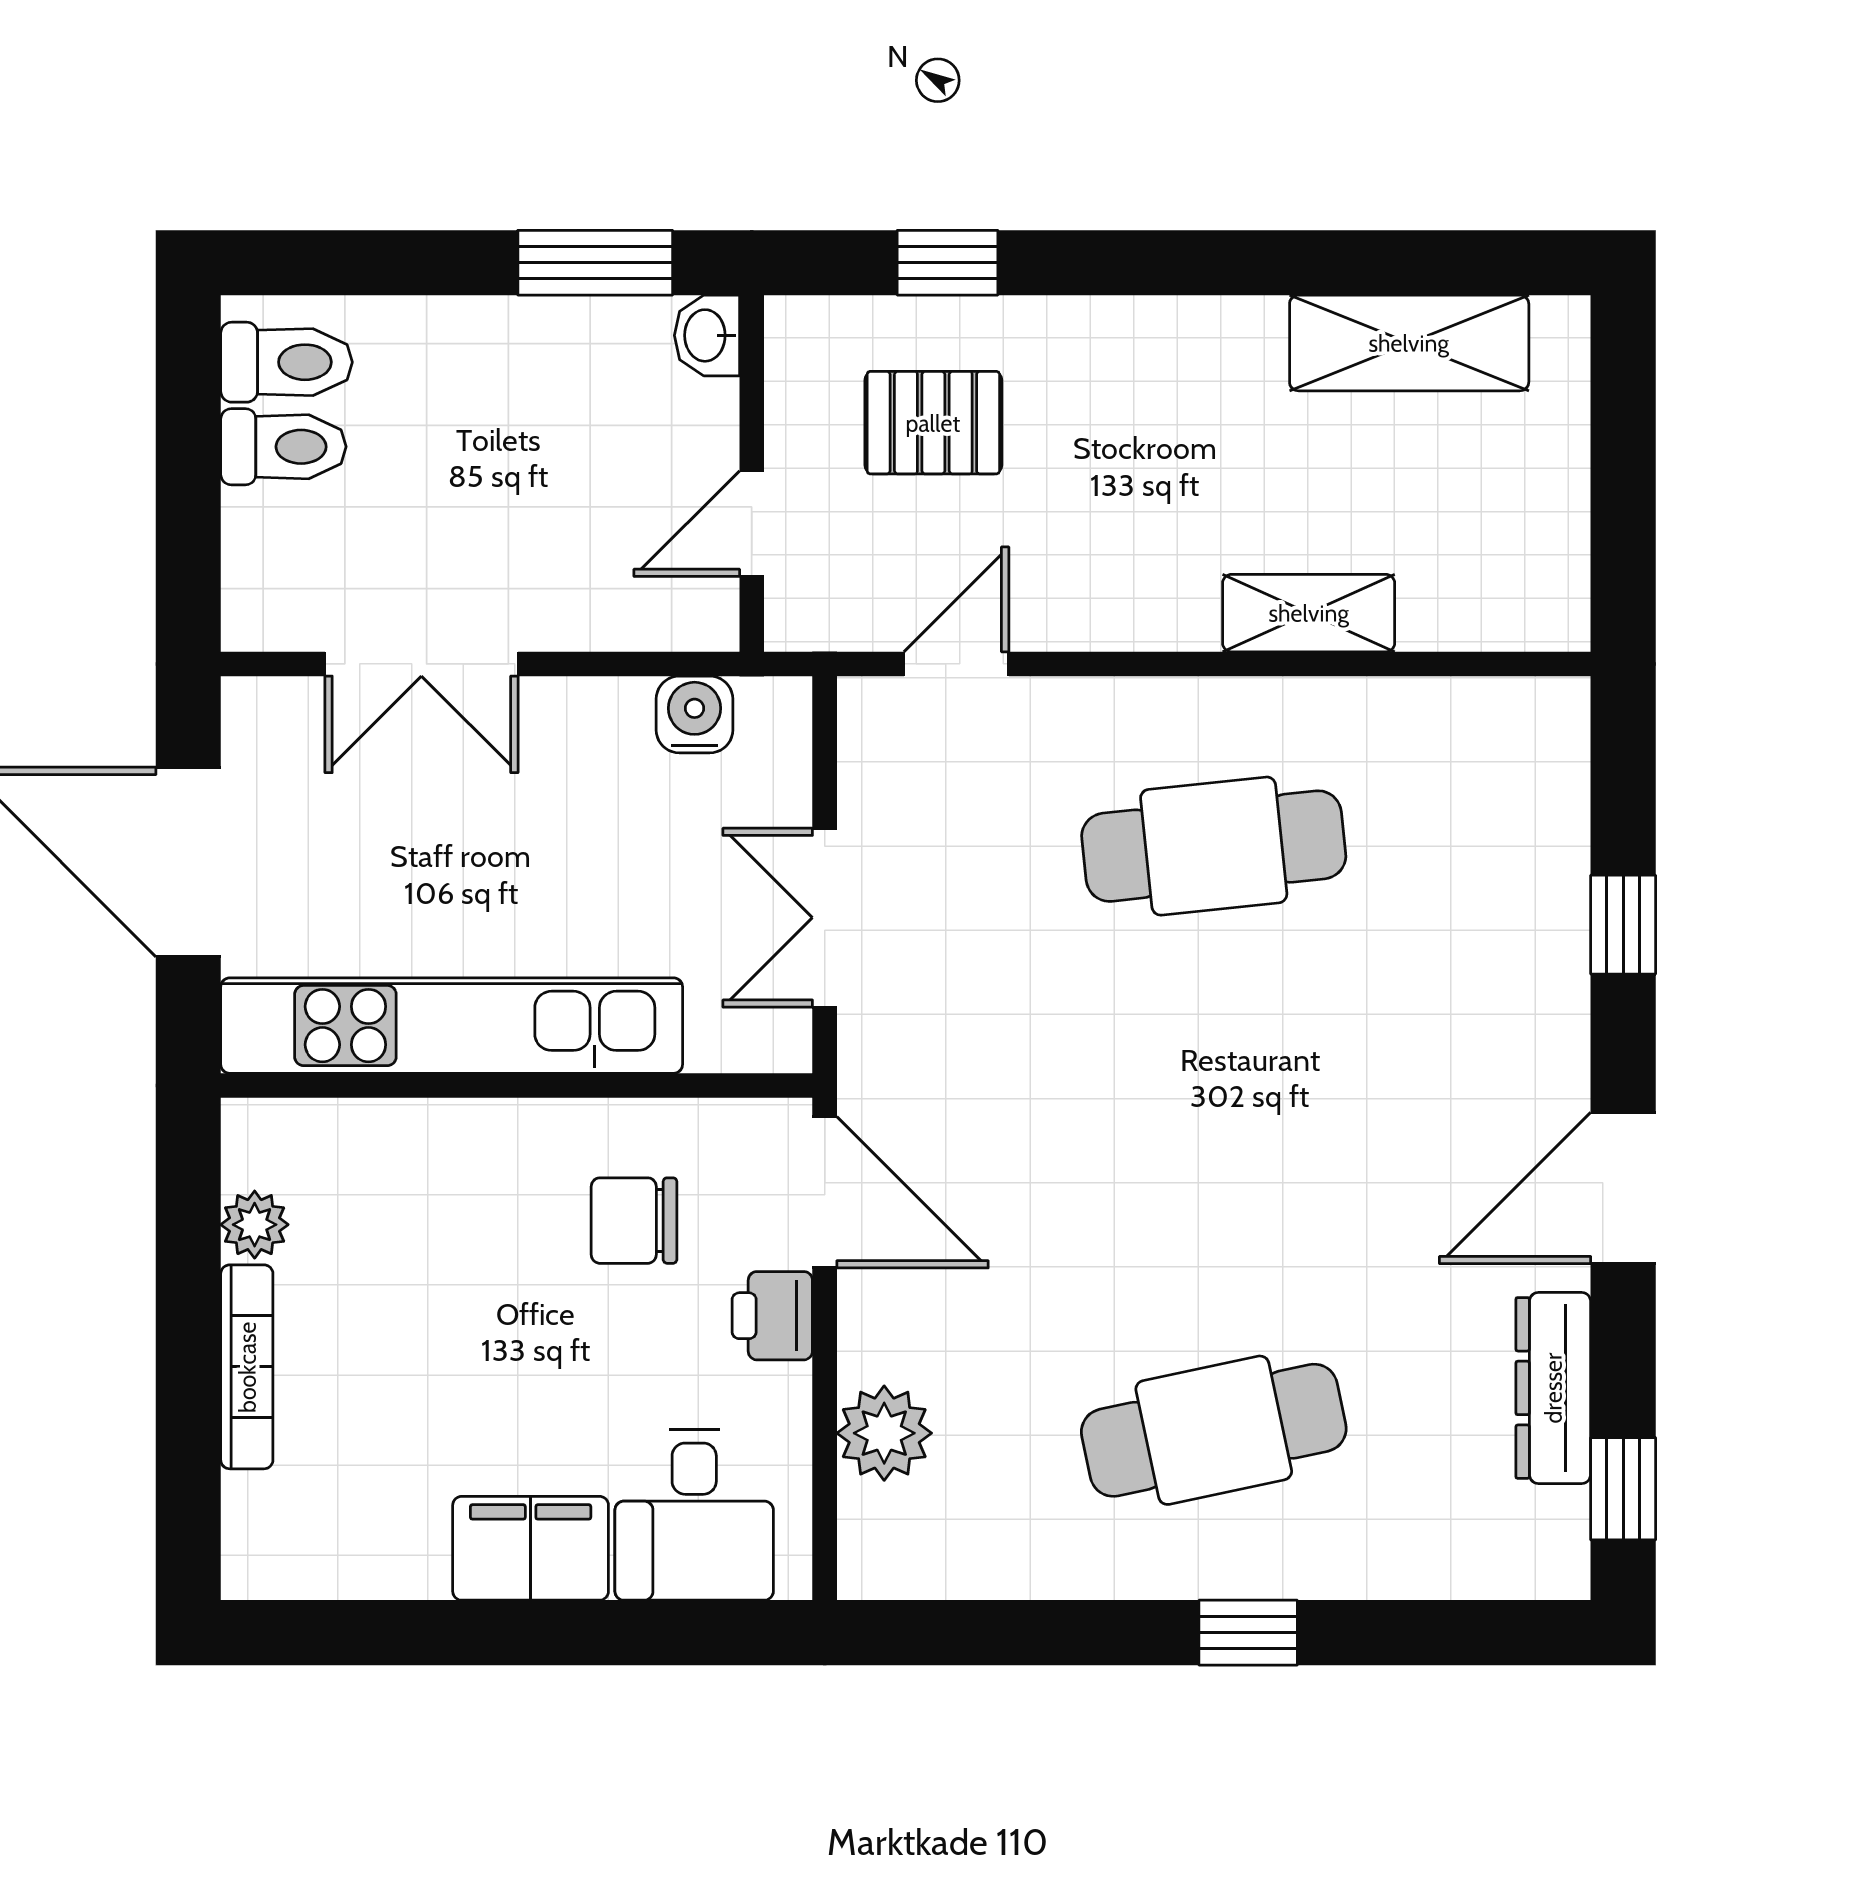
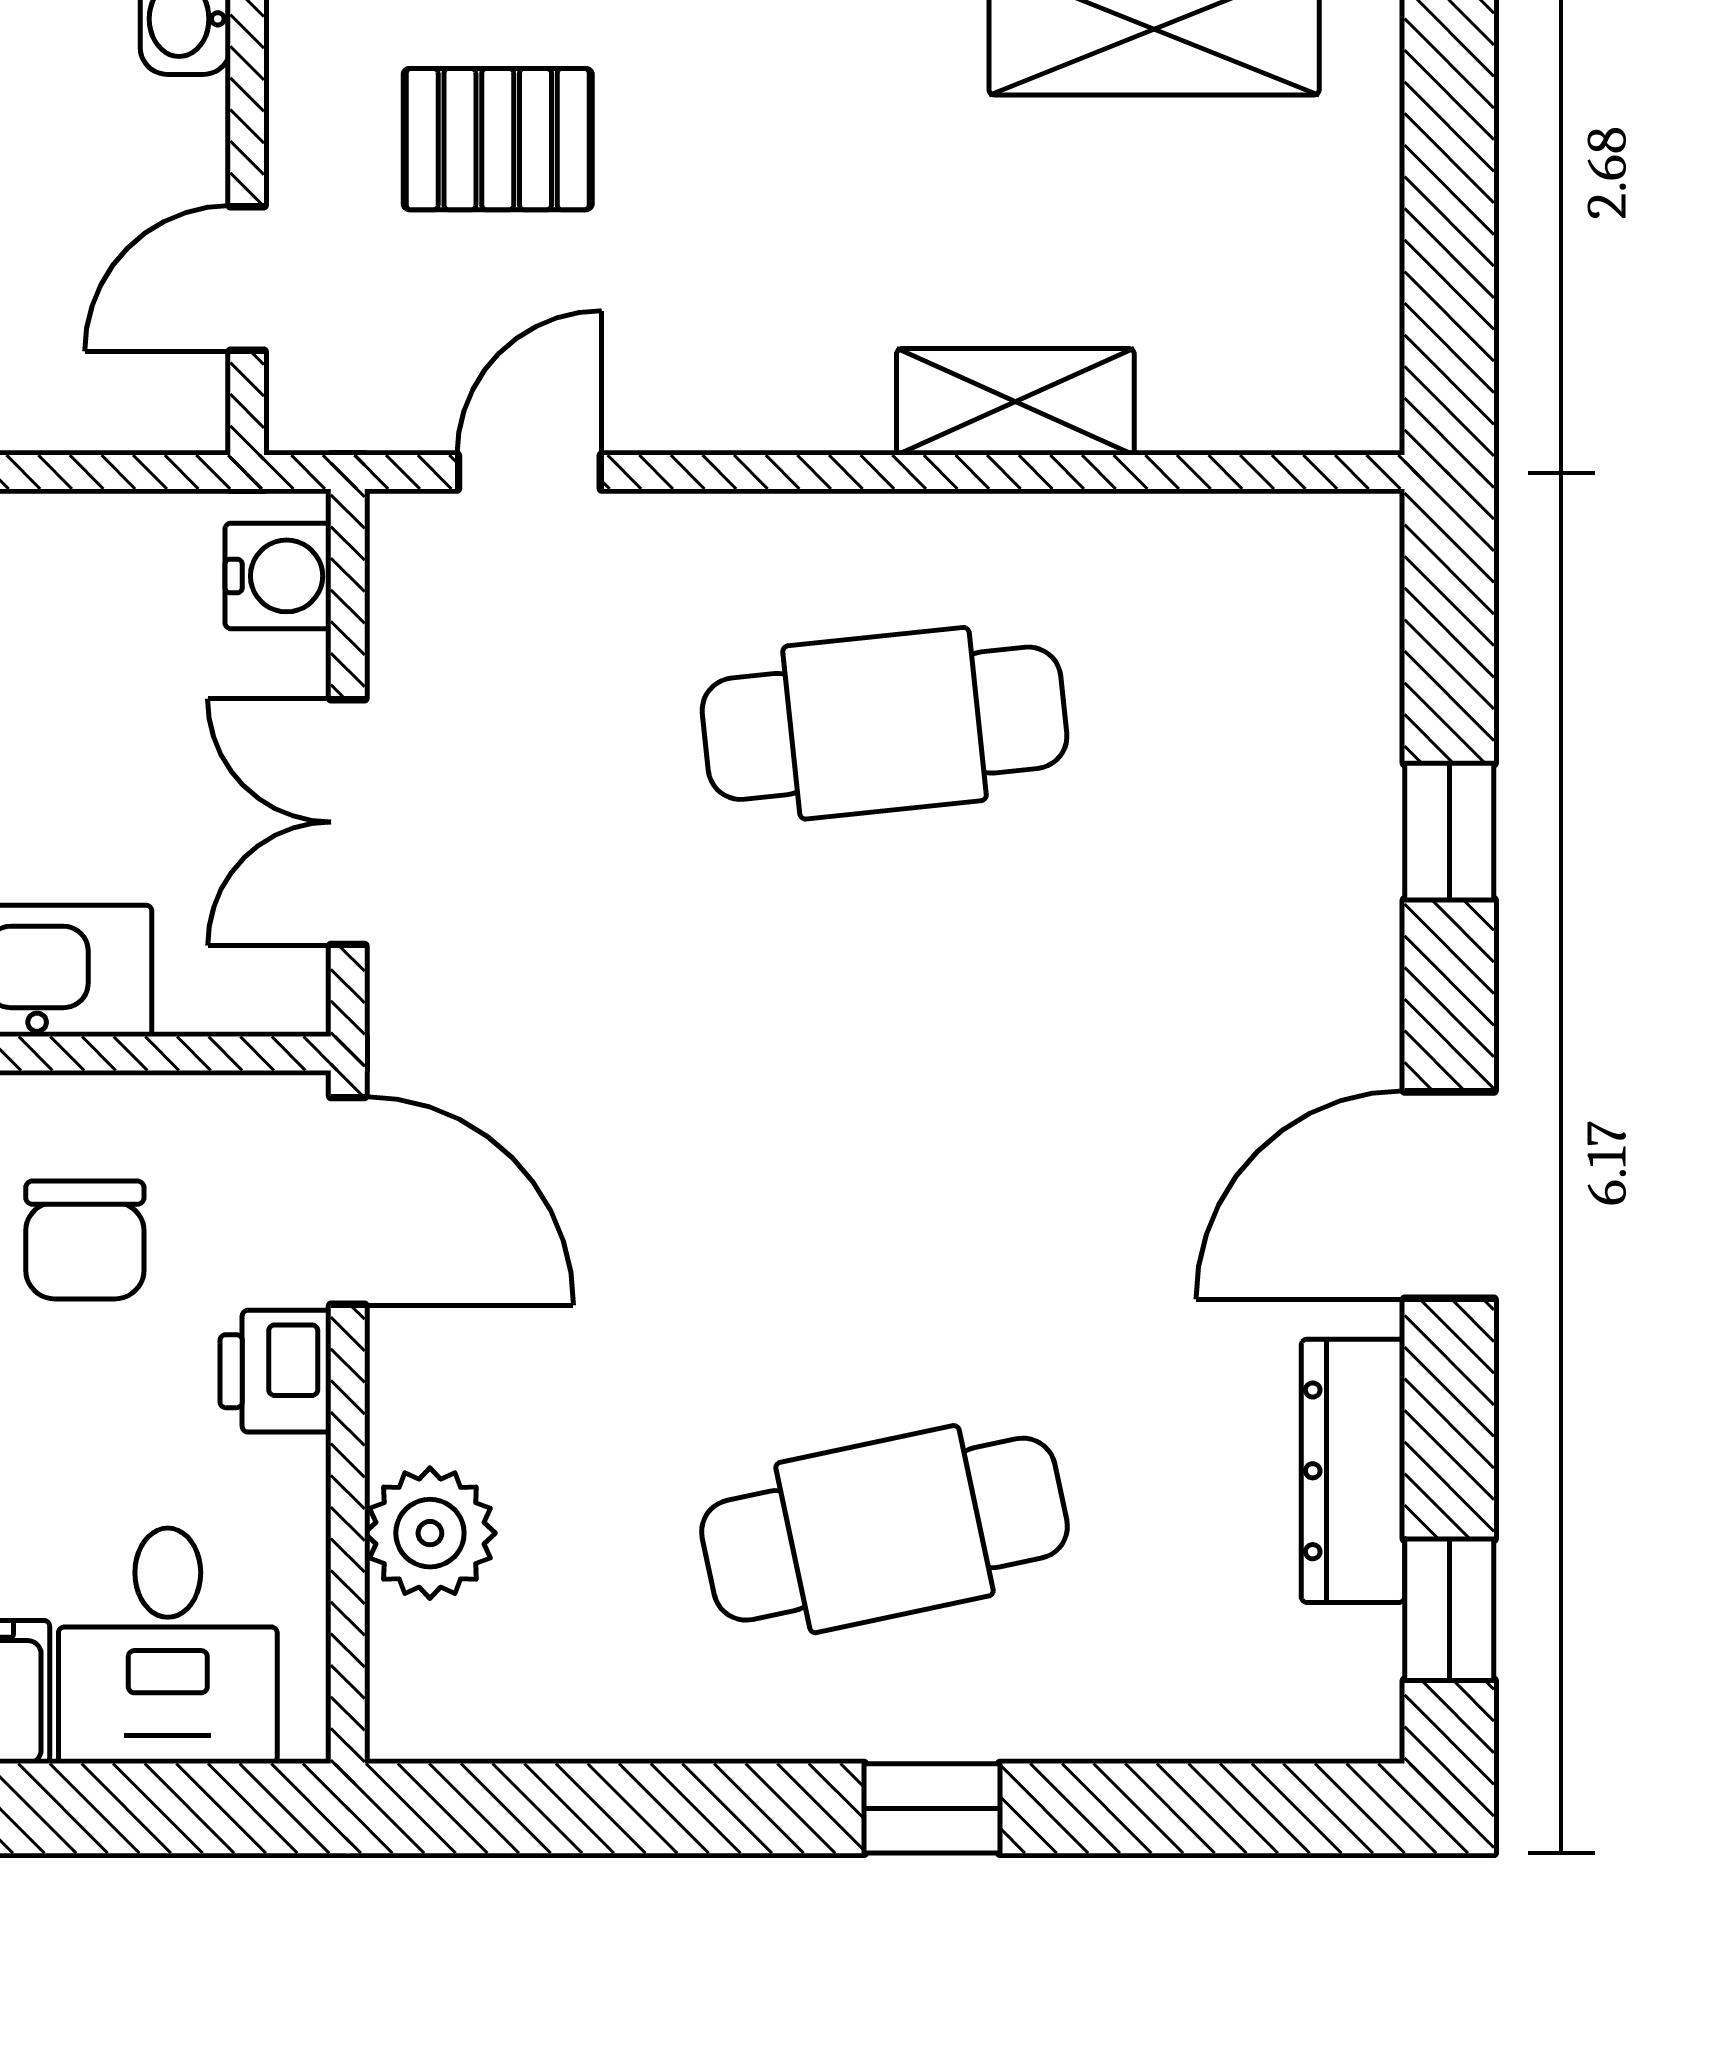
water cooler: (694, 714) -> (278, 576), moved, turned 90
chair: (634, 1221) -> (85, 1240), turned -90

